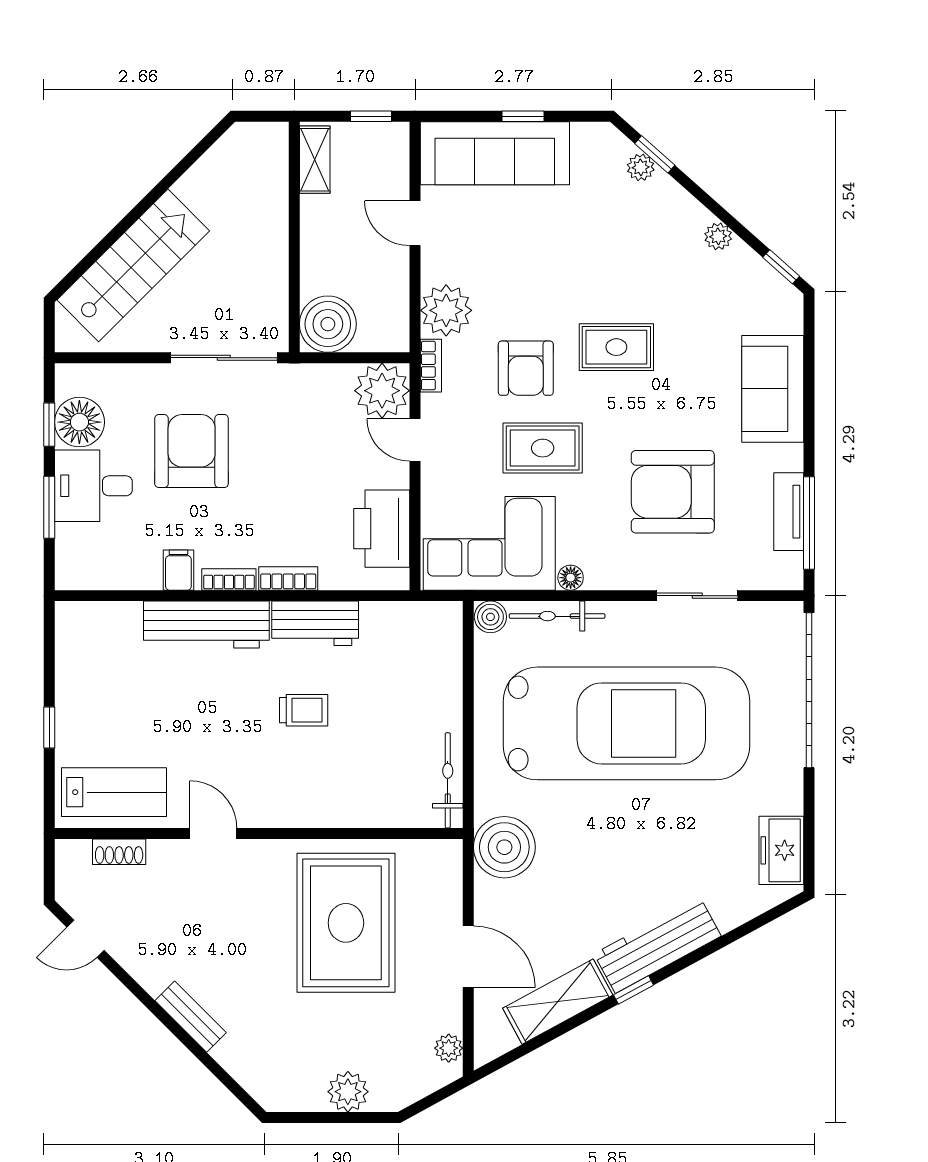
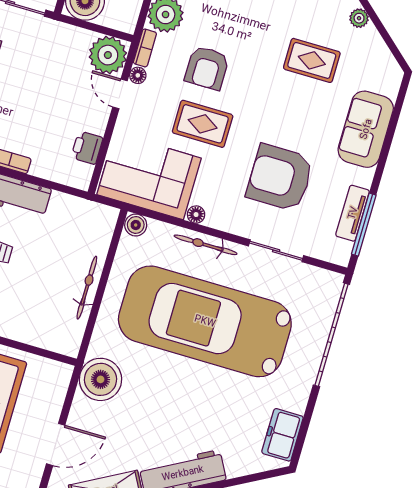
window: (781, 267) -> (395, 50), removed
rug: (616, 347) -> (312, 60), moved
floor lamp: (432, 407) -> (138, 75), added
printer: (382, 529) -> (87, 148), width x0.53, depth x0.68
bicycle: (557, 616) -> (206, 245), moved
car: (626, 723) -> (205, 321), turned 180
bicycle: (448, 780) -> (87, 288), moved
door: (468, 957) -> (56, 445), hinge flipped

